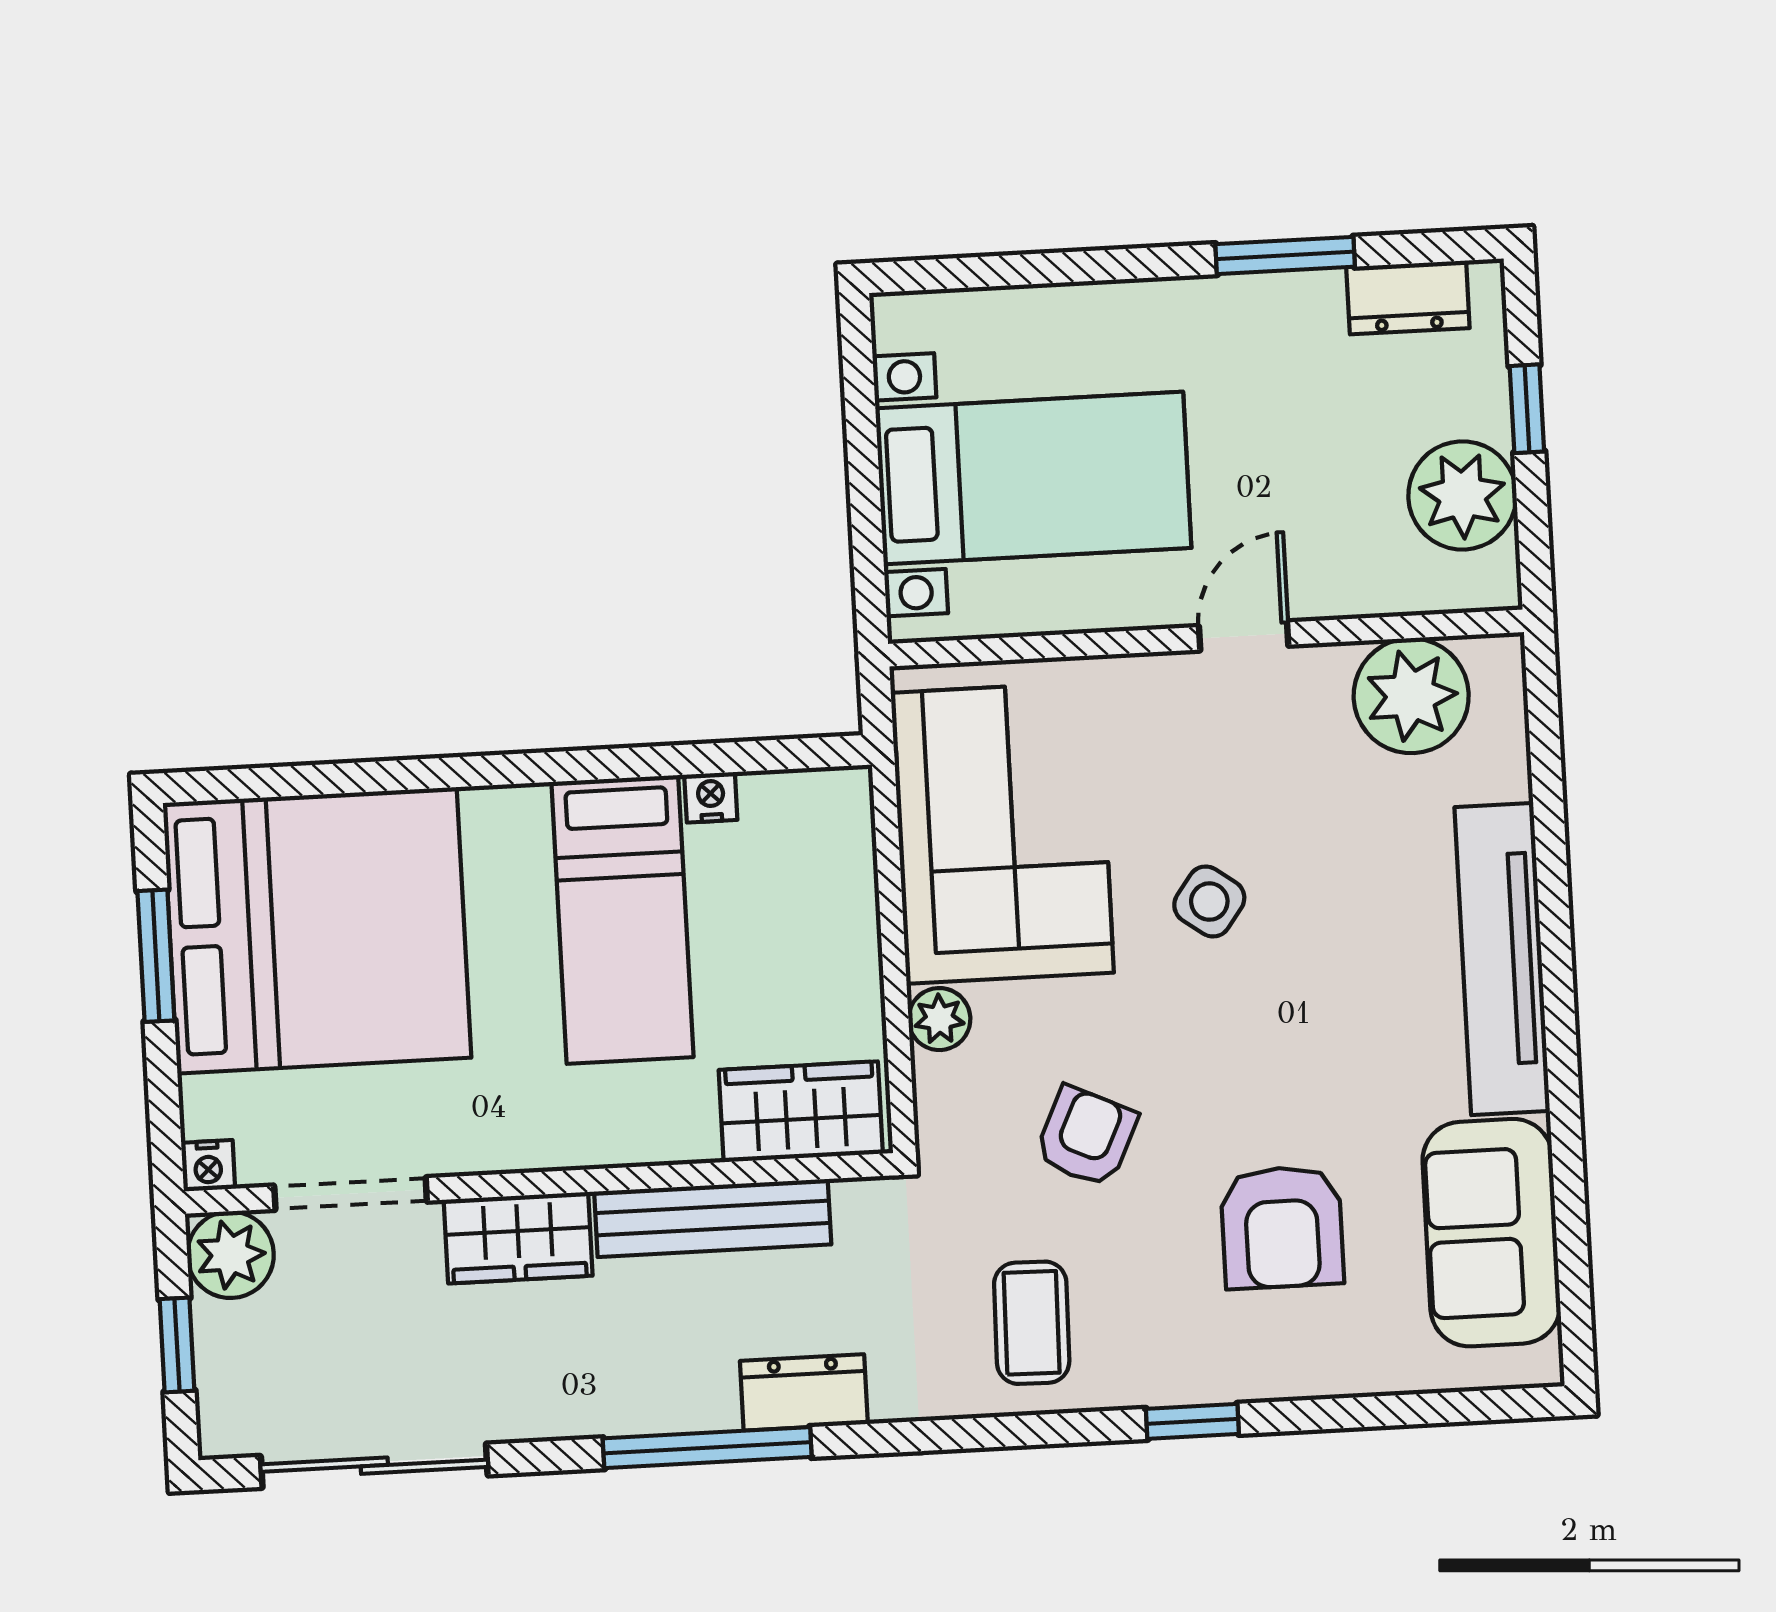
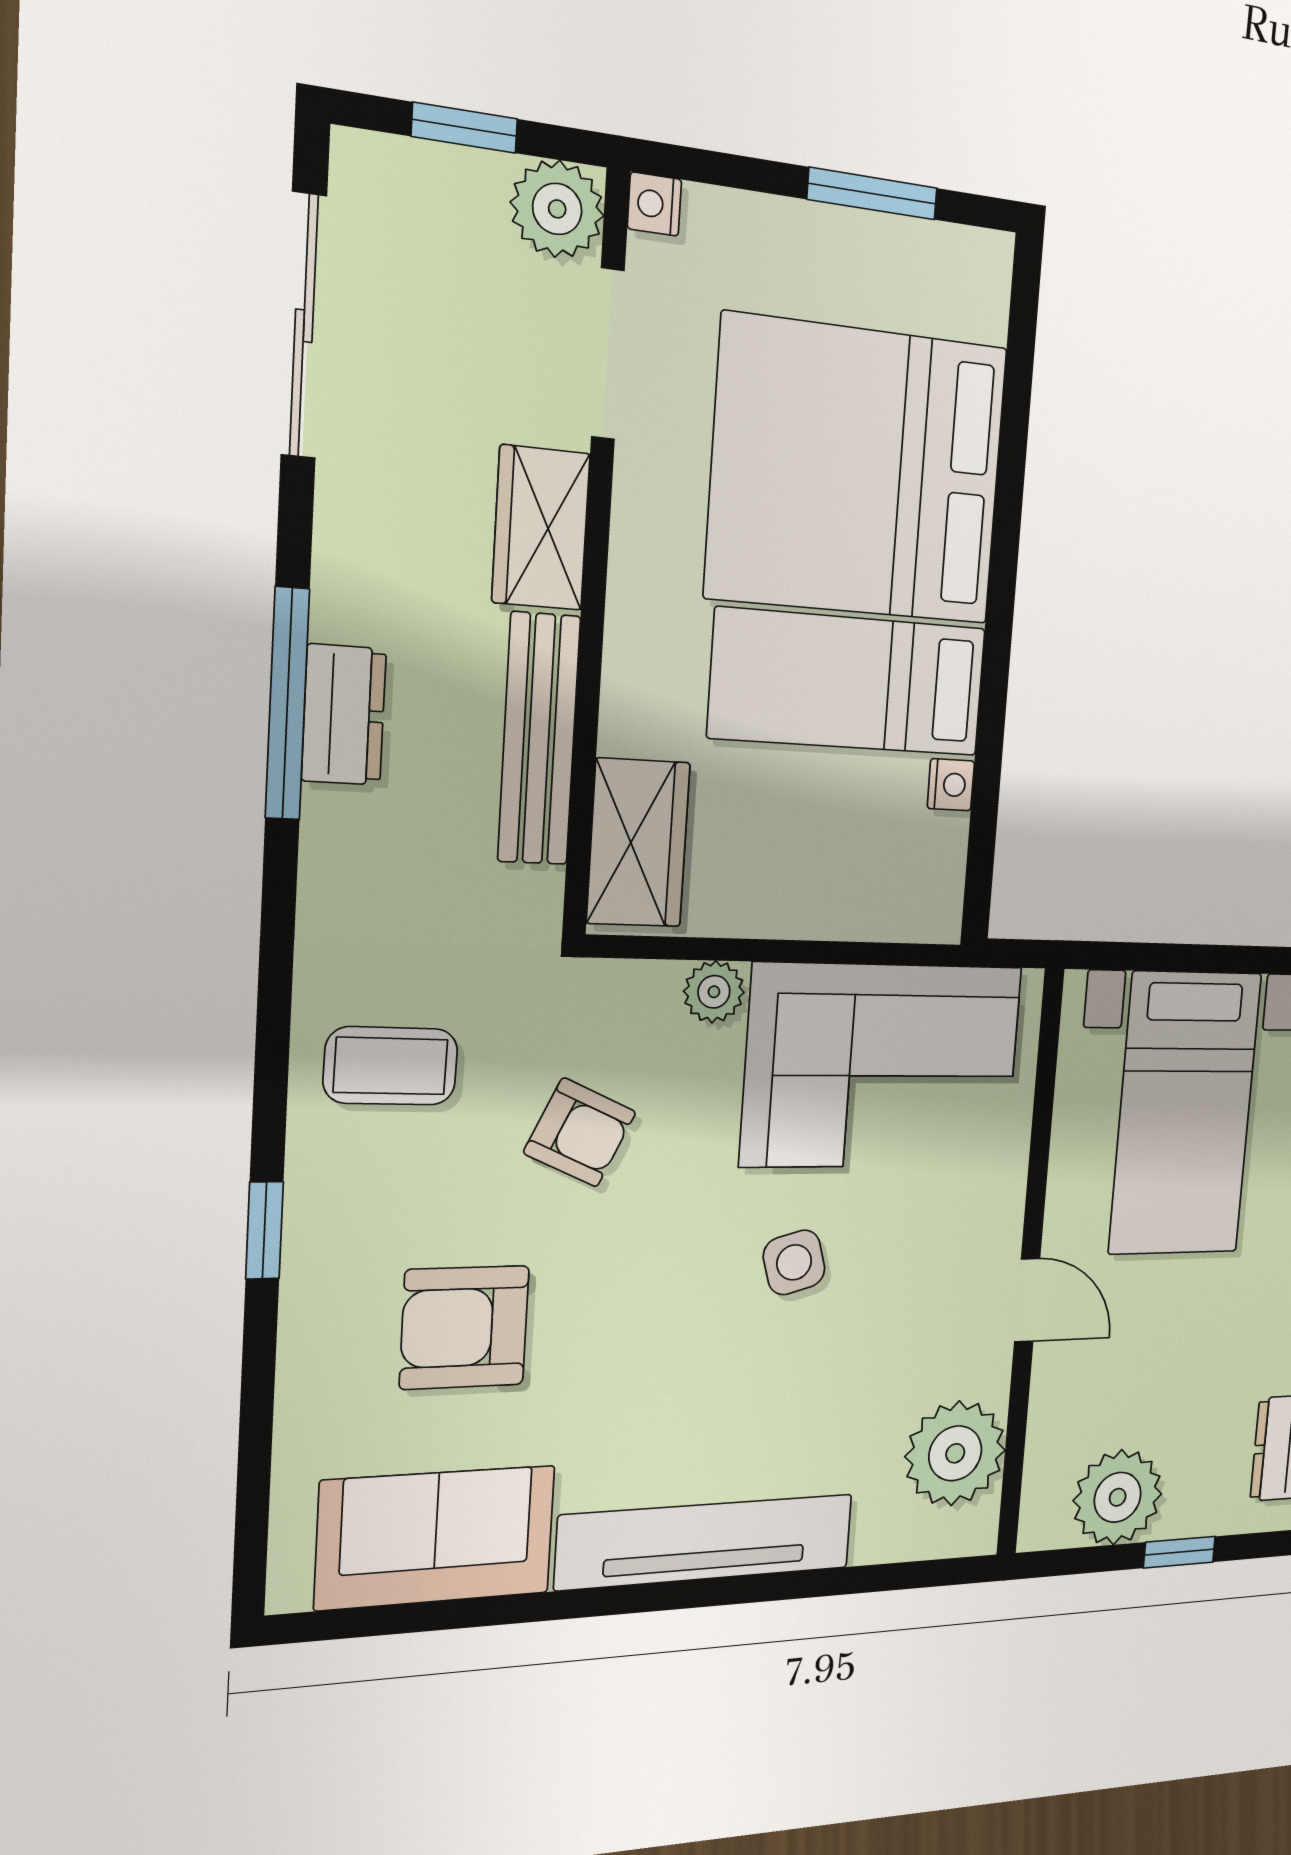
side table: (1209, 902) -> (794, 1262), turned 38
bed: (317, 930) -> (857, 471), moved, turned 90
dresser: (804, 1392) -> (344, 715), moved

